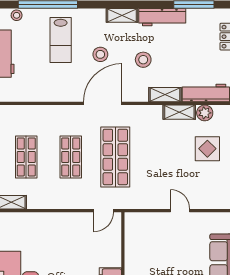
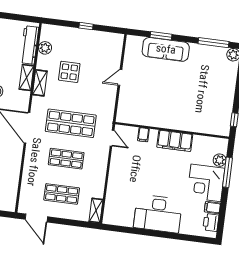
shelving: (179, 112) -> (40, 83), moved
display table: (207, 149) -> (69, 72), moved
filing cabinet: (113, 249) -> (143, 135), added

